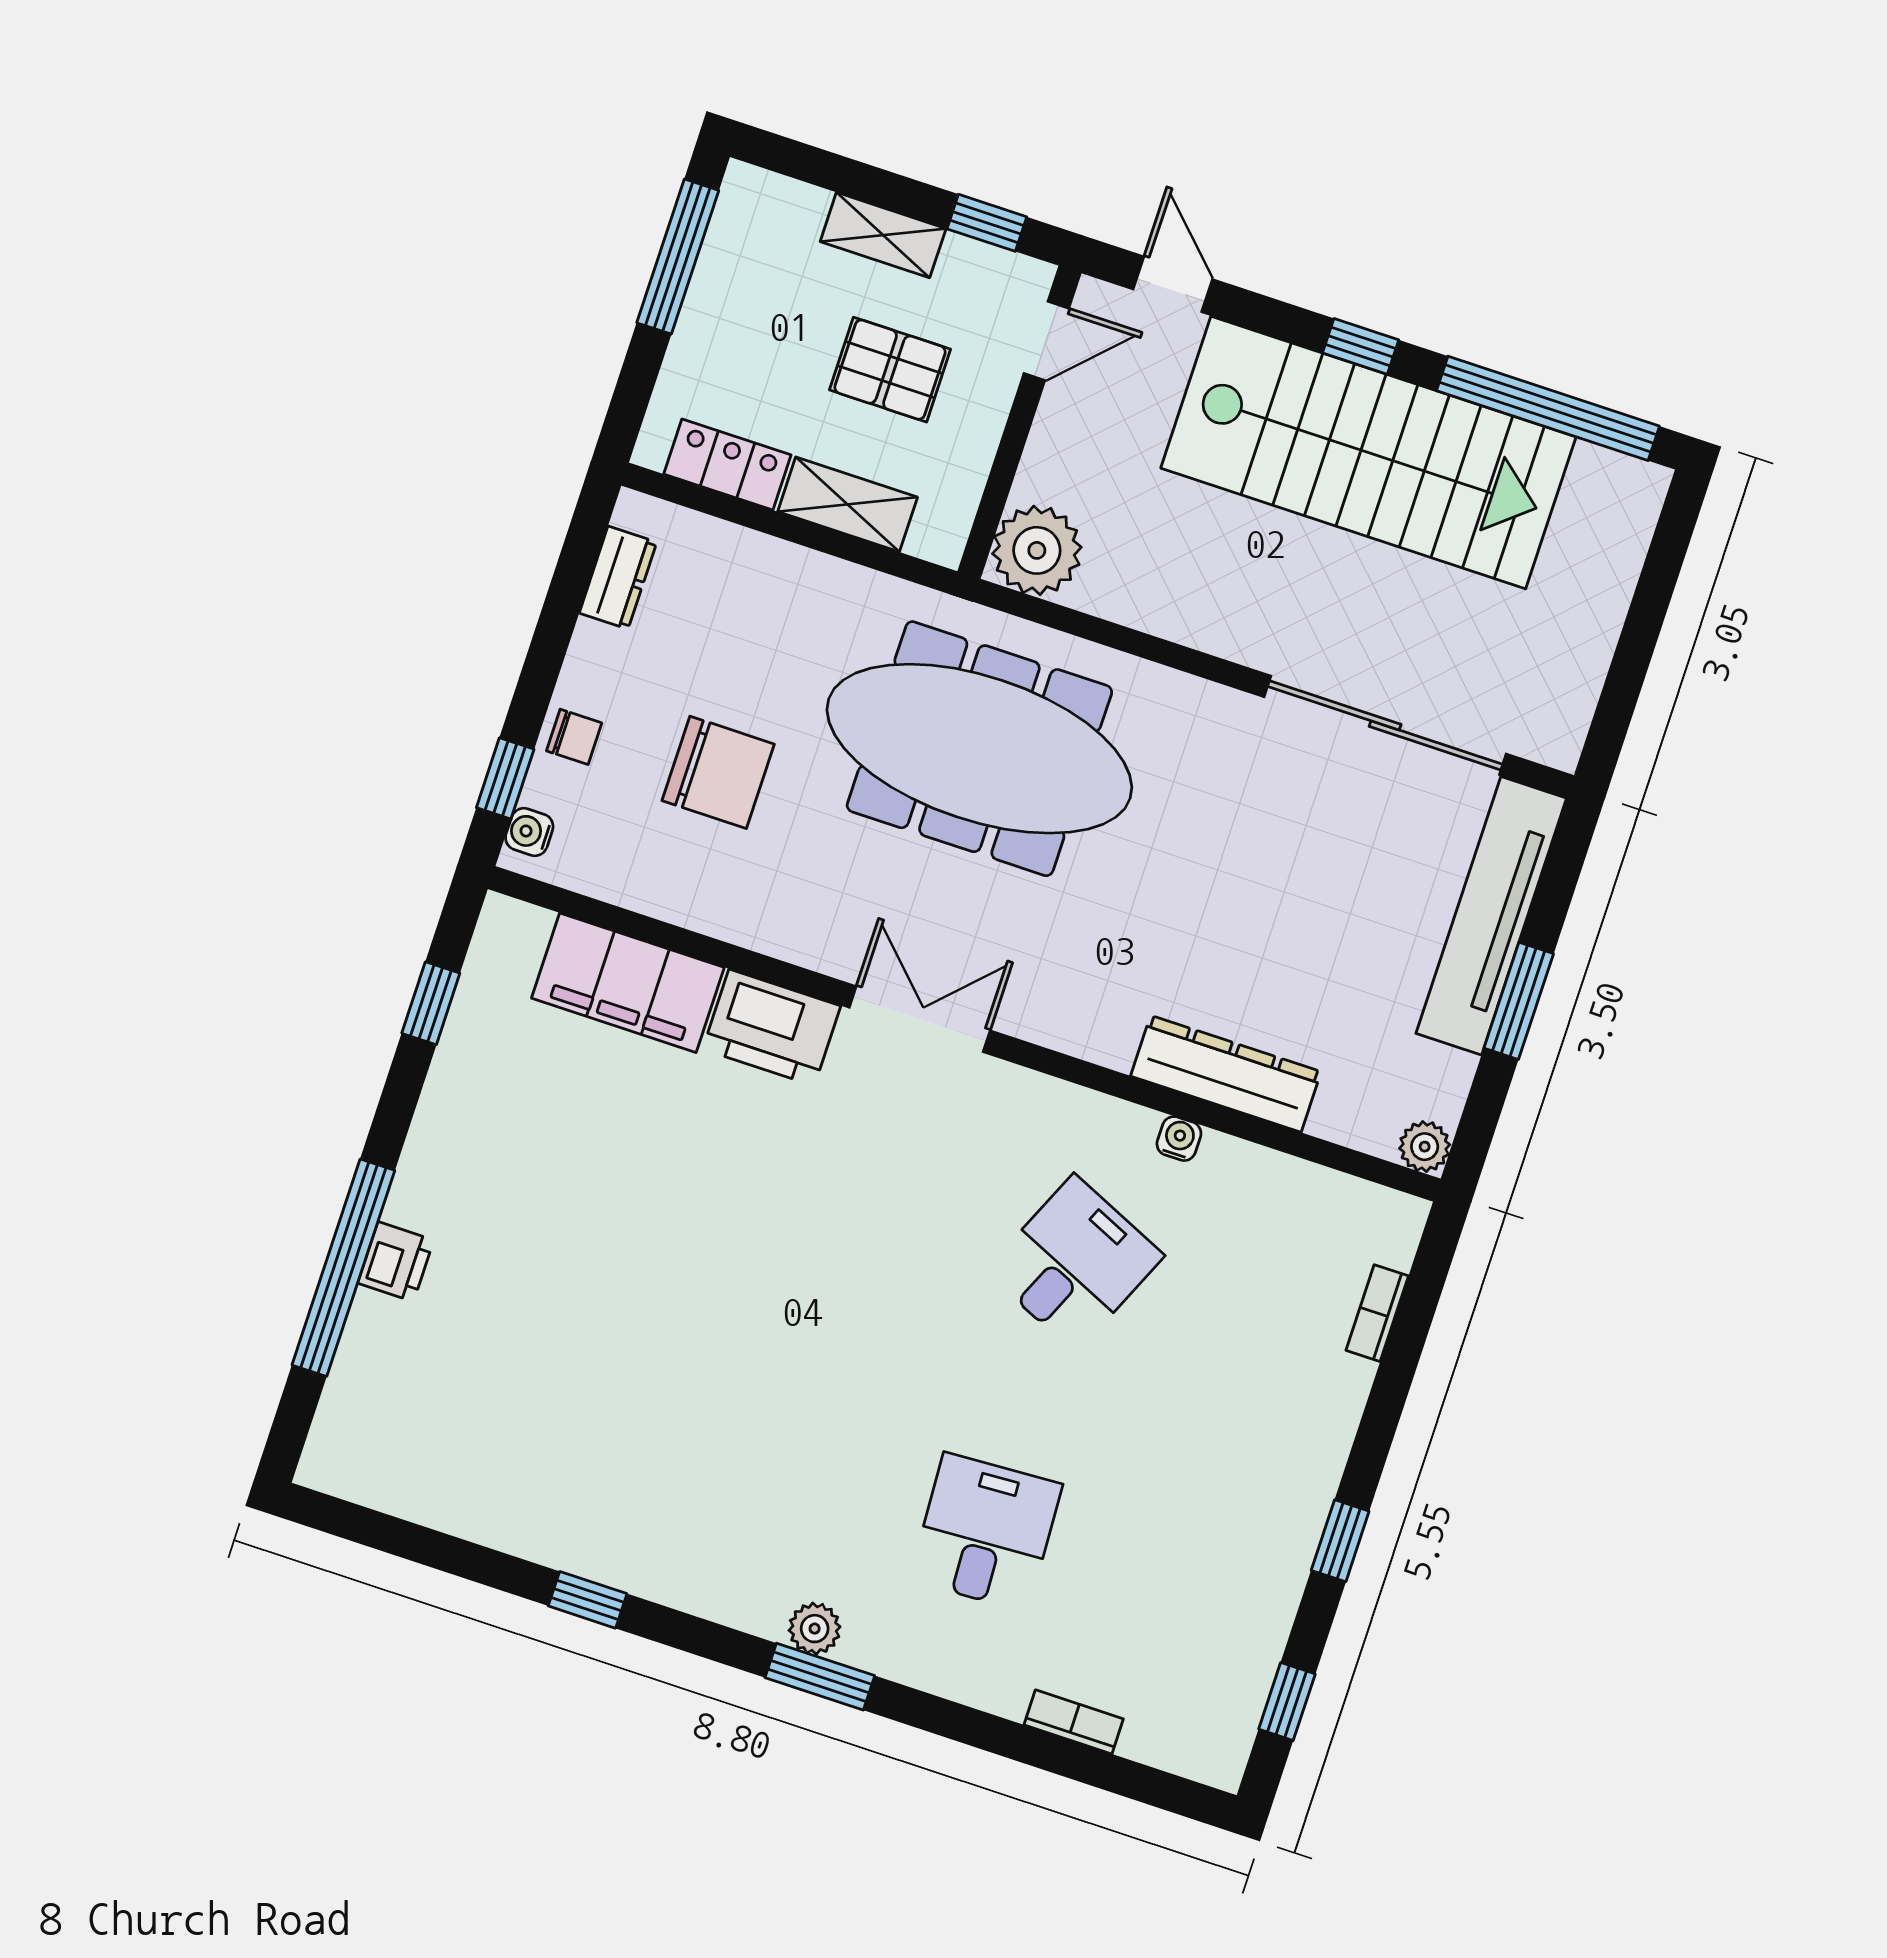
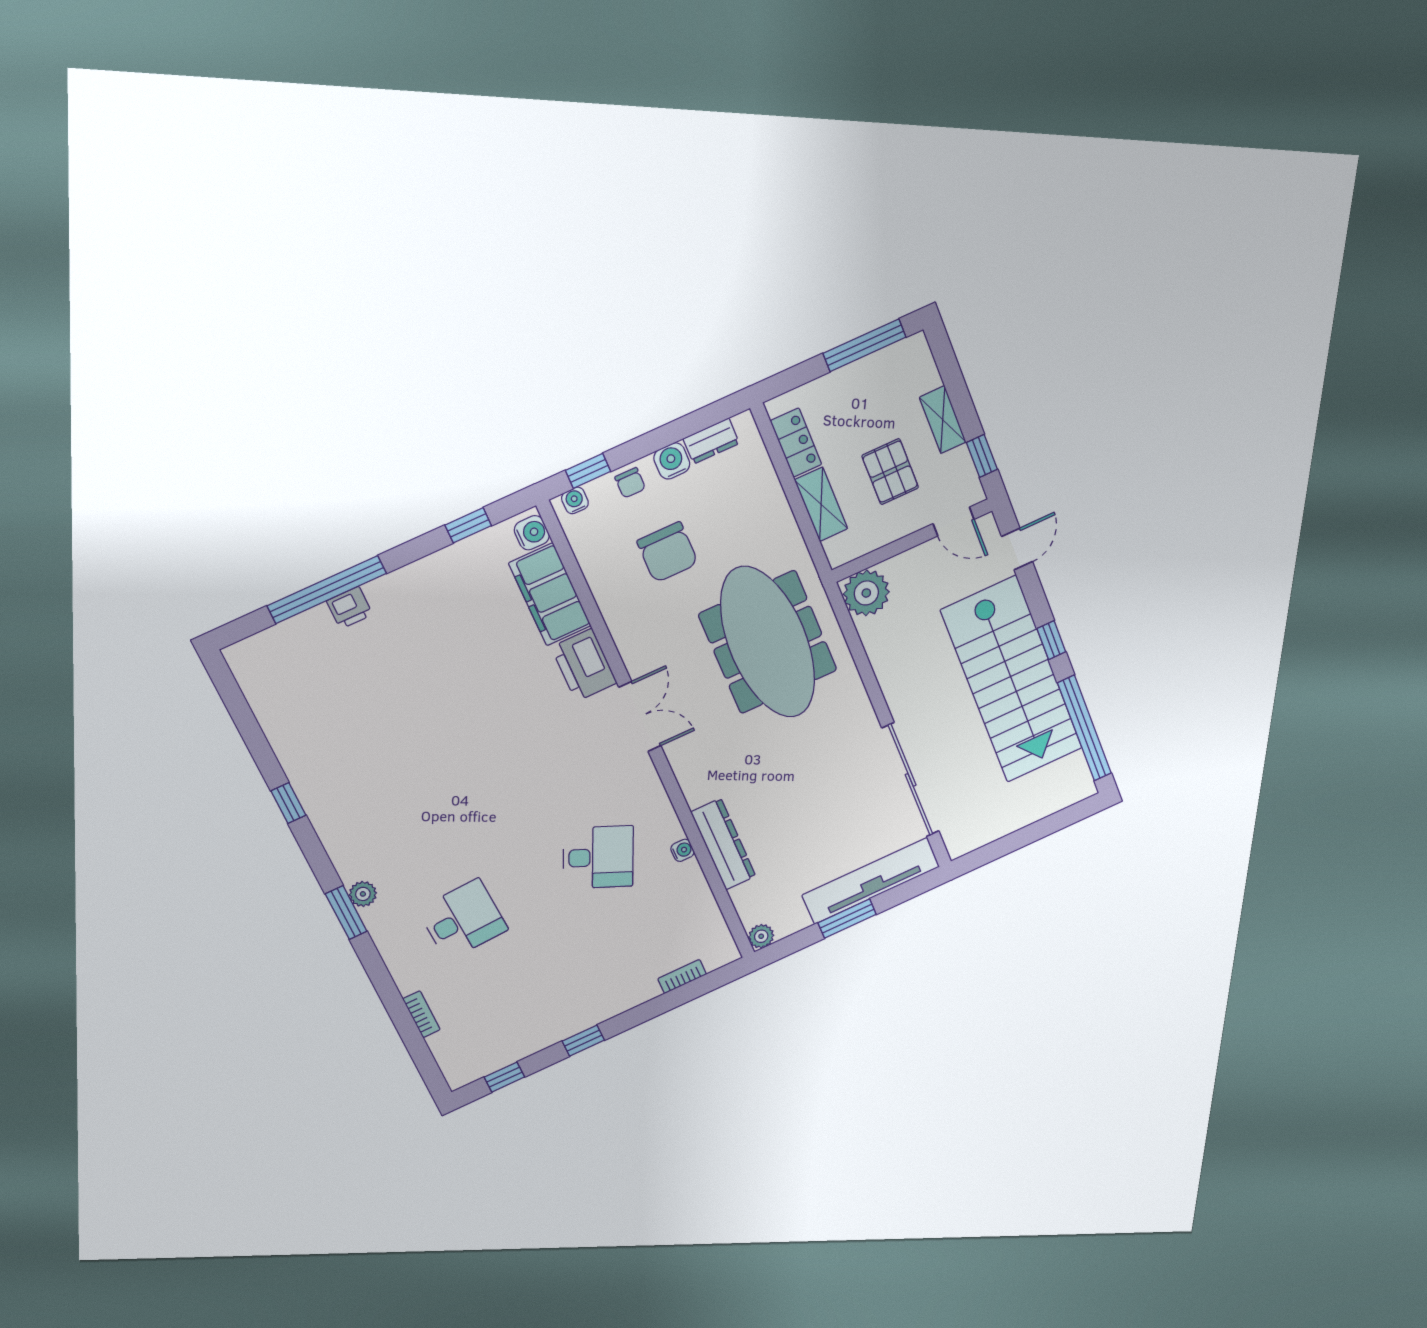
water cooler: (596, 655) -> (672, 461), added
water cooler: (520, 929) -> (532, 533), added

